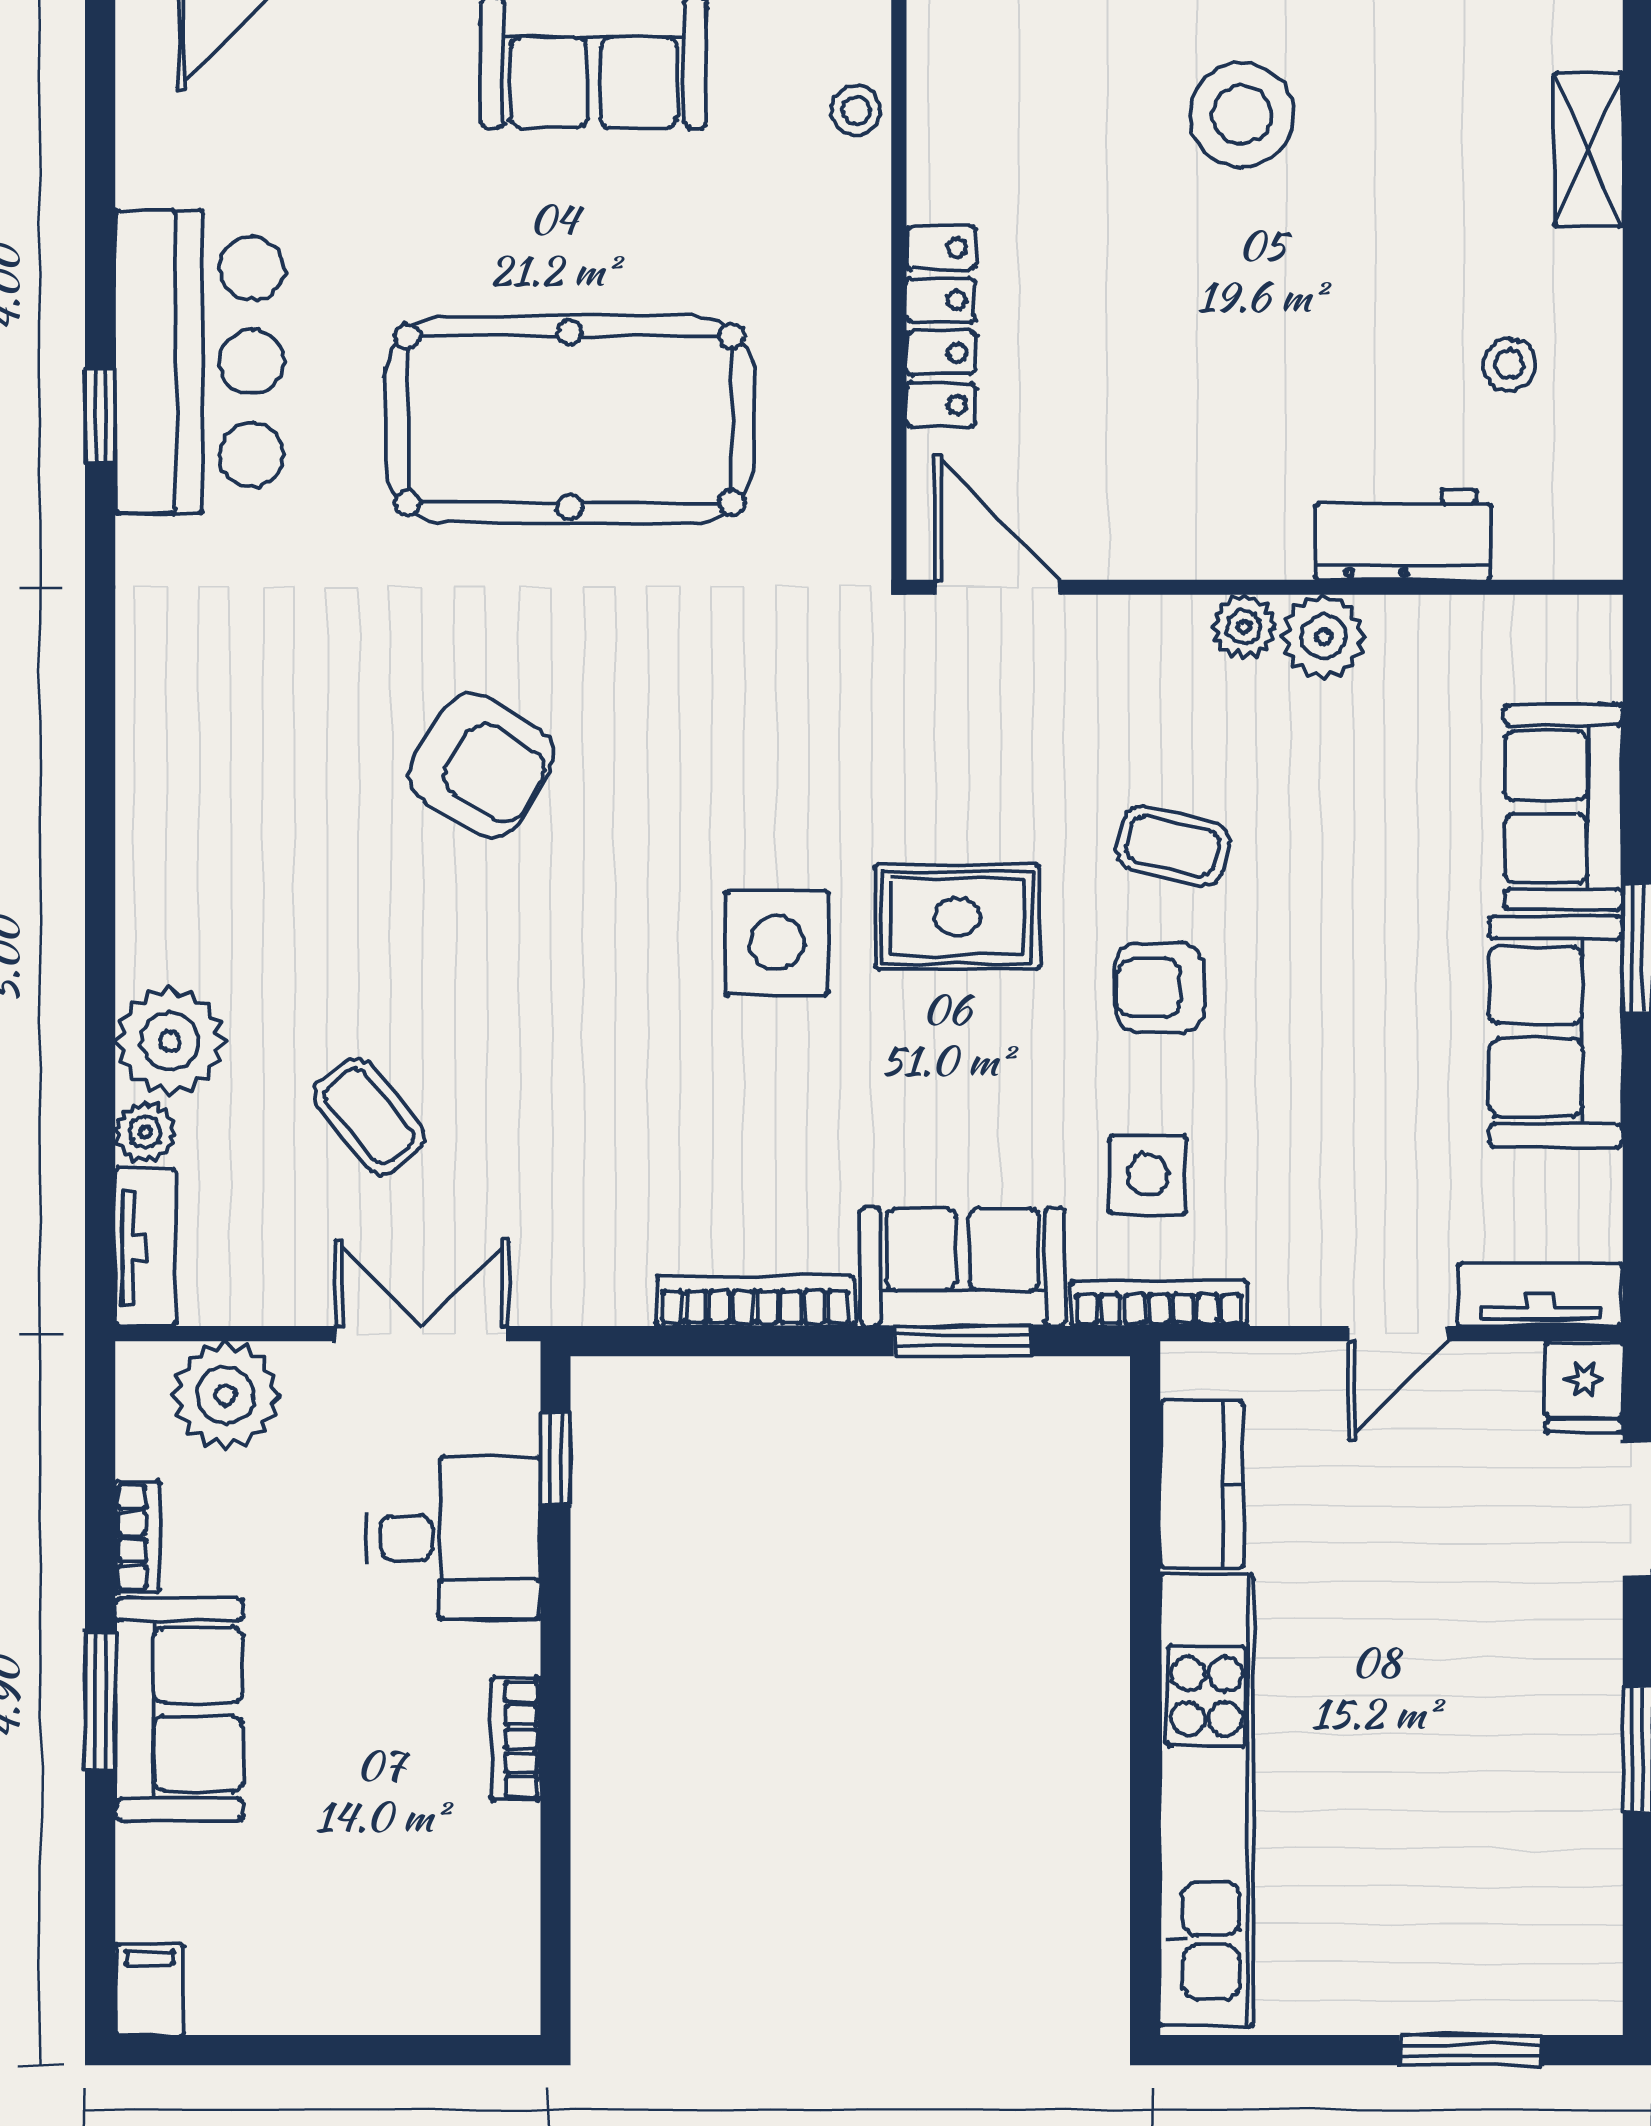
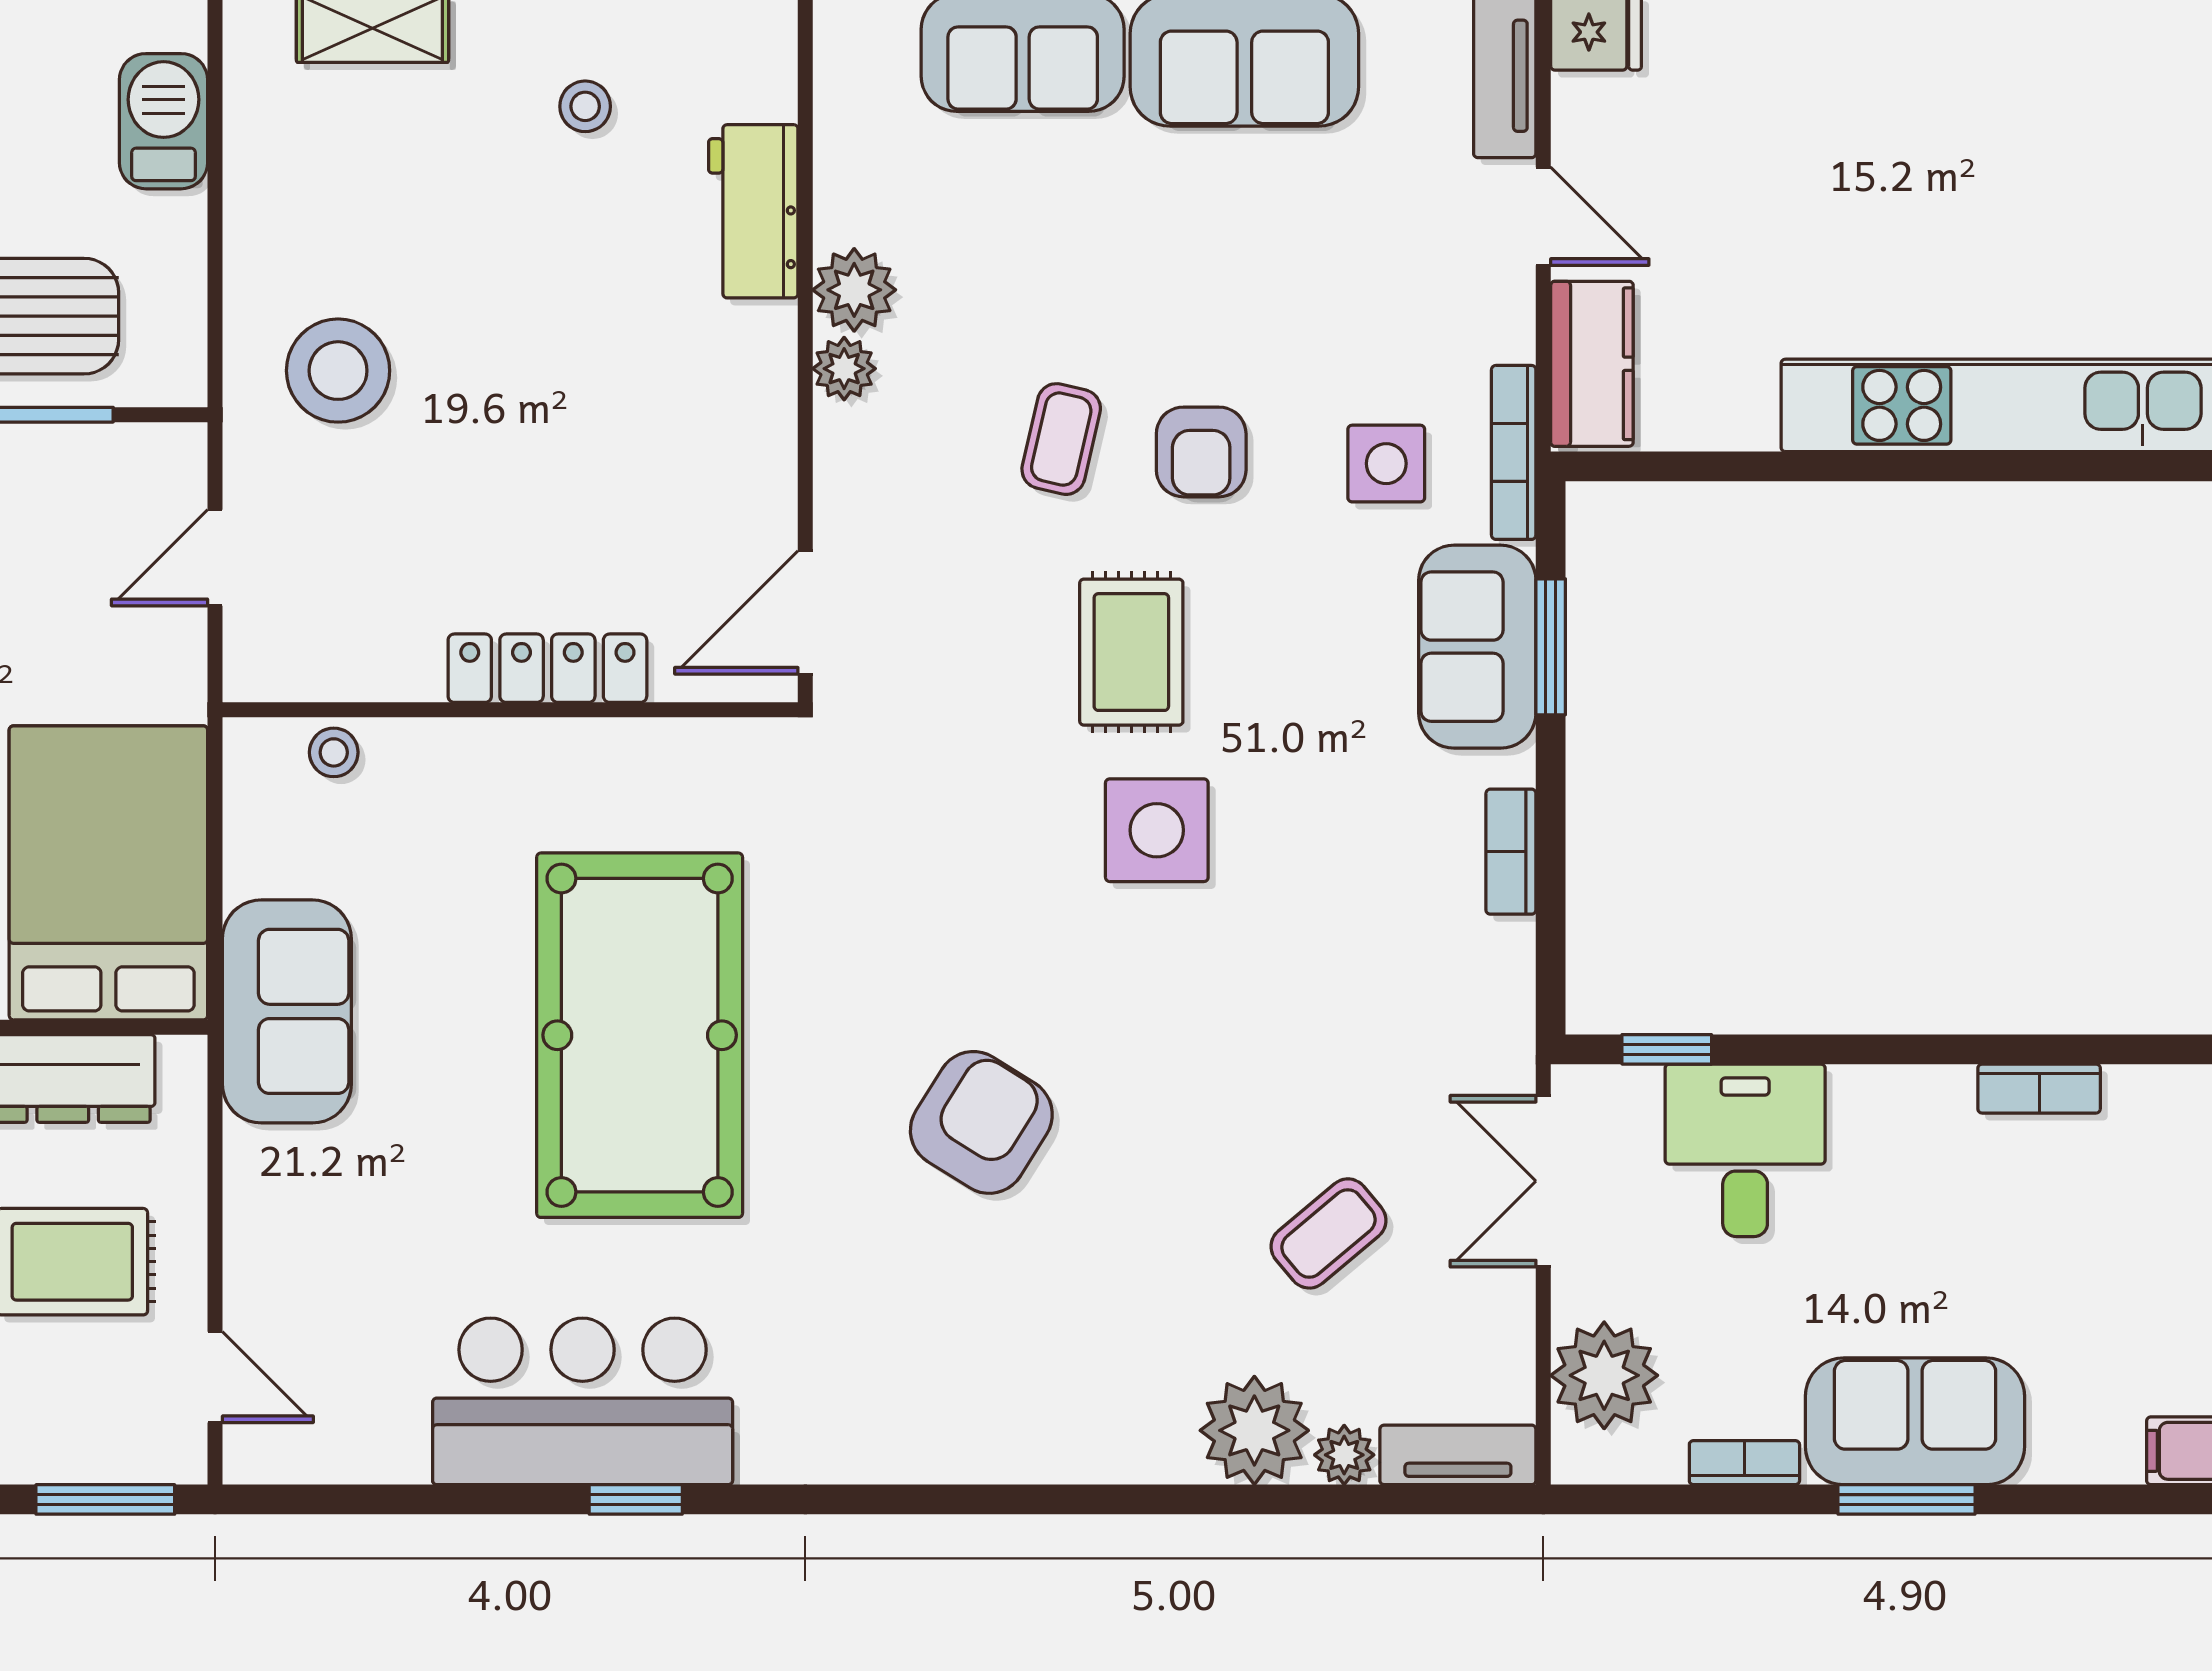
bookcase: (755, 1301) -> (1511, 852), width x0.64
kitchen counter: (1202, 1485) -> (1592, 364), moved, turned 90
bookcase: (516, 1739) -> (2039, 1089), moved

